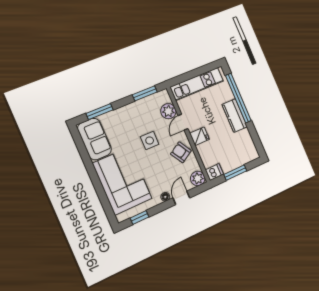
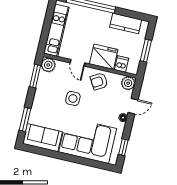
plant: (168, 111) -> (48, 65), moved
kitchen counter: (235, 116) -> (126, 23), moved
fridge: (199, 136) -> (104, 57), width x1.88, depth x1.34
dishwasher: (214, 172) -> (121, 64), moved
door: (181, 198) -> (133, 106), swing flipped

